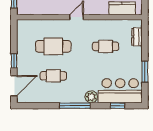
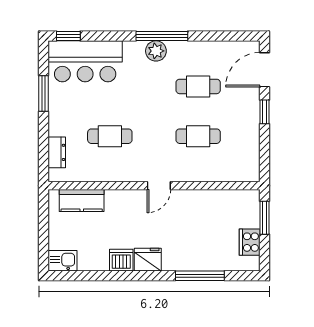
cafe table: (53, 46) -> (198, 136), width x0.73, depth x0.74
plant: (91, 97) -> (156, 51), moved
window: (118, 106) -> (68, 36), moved

